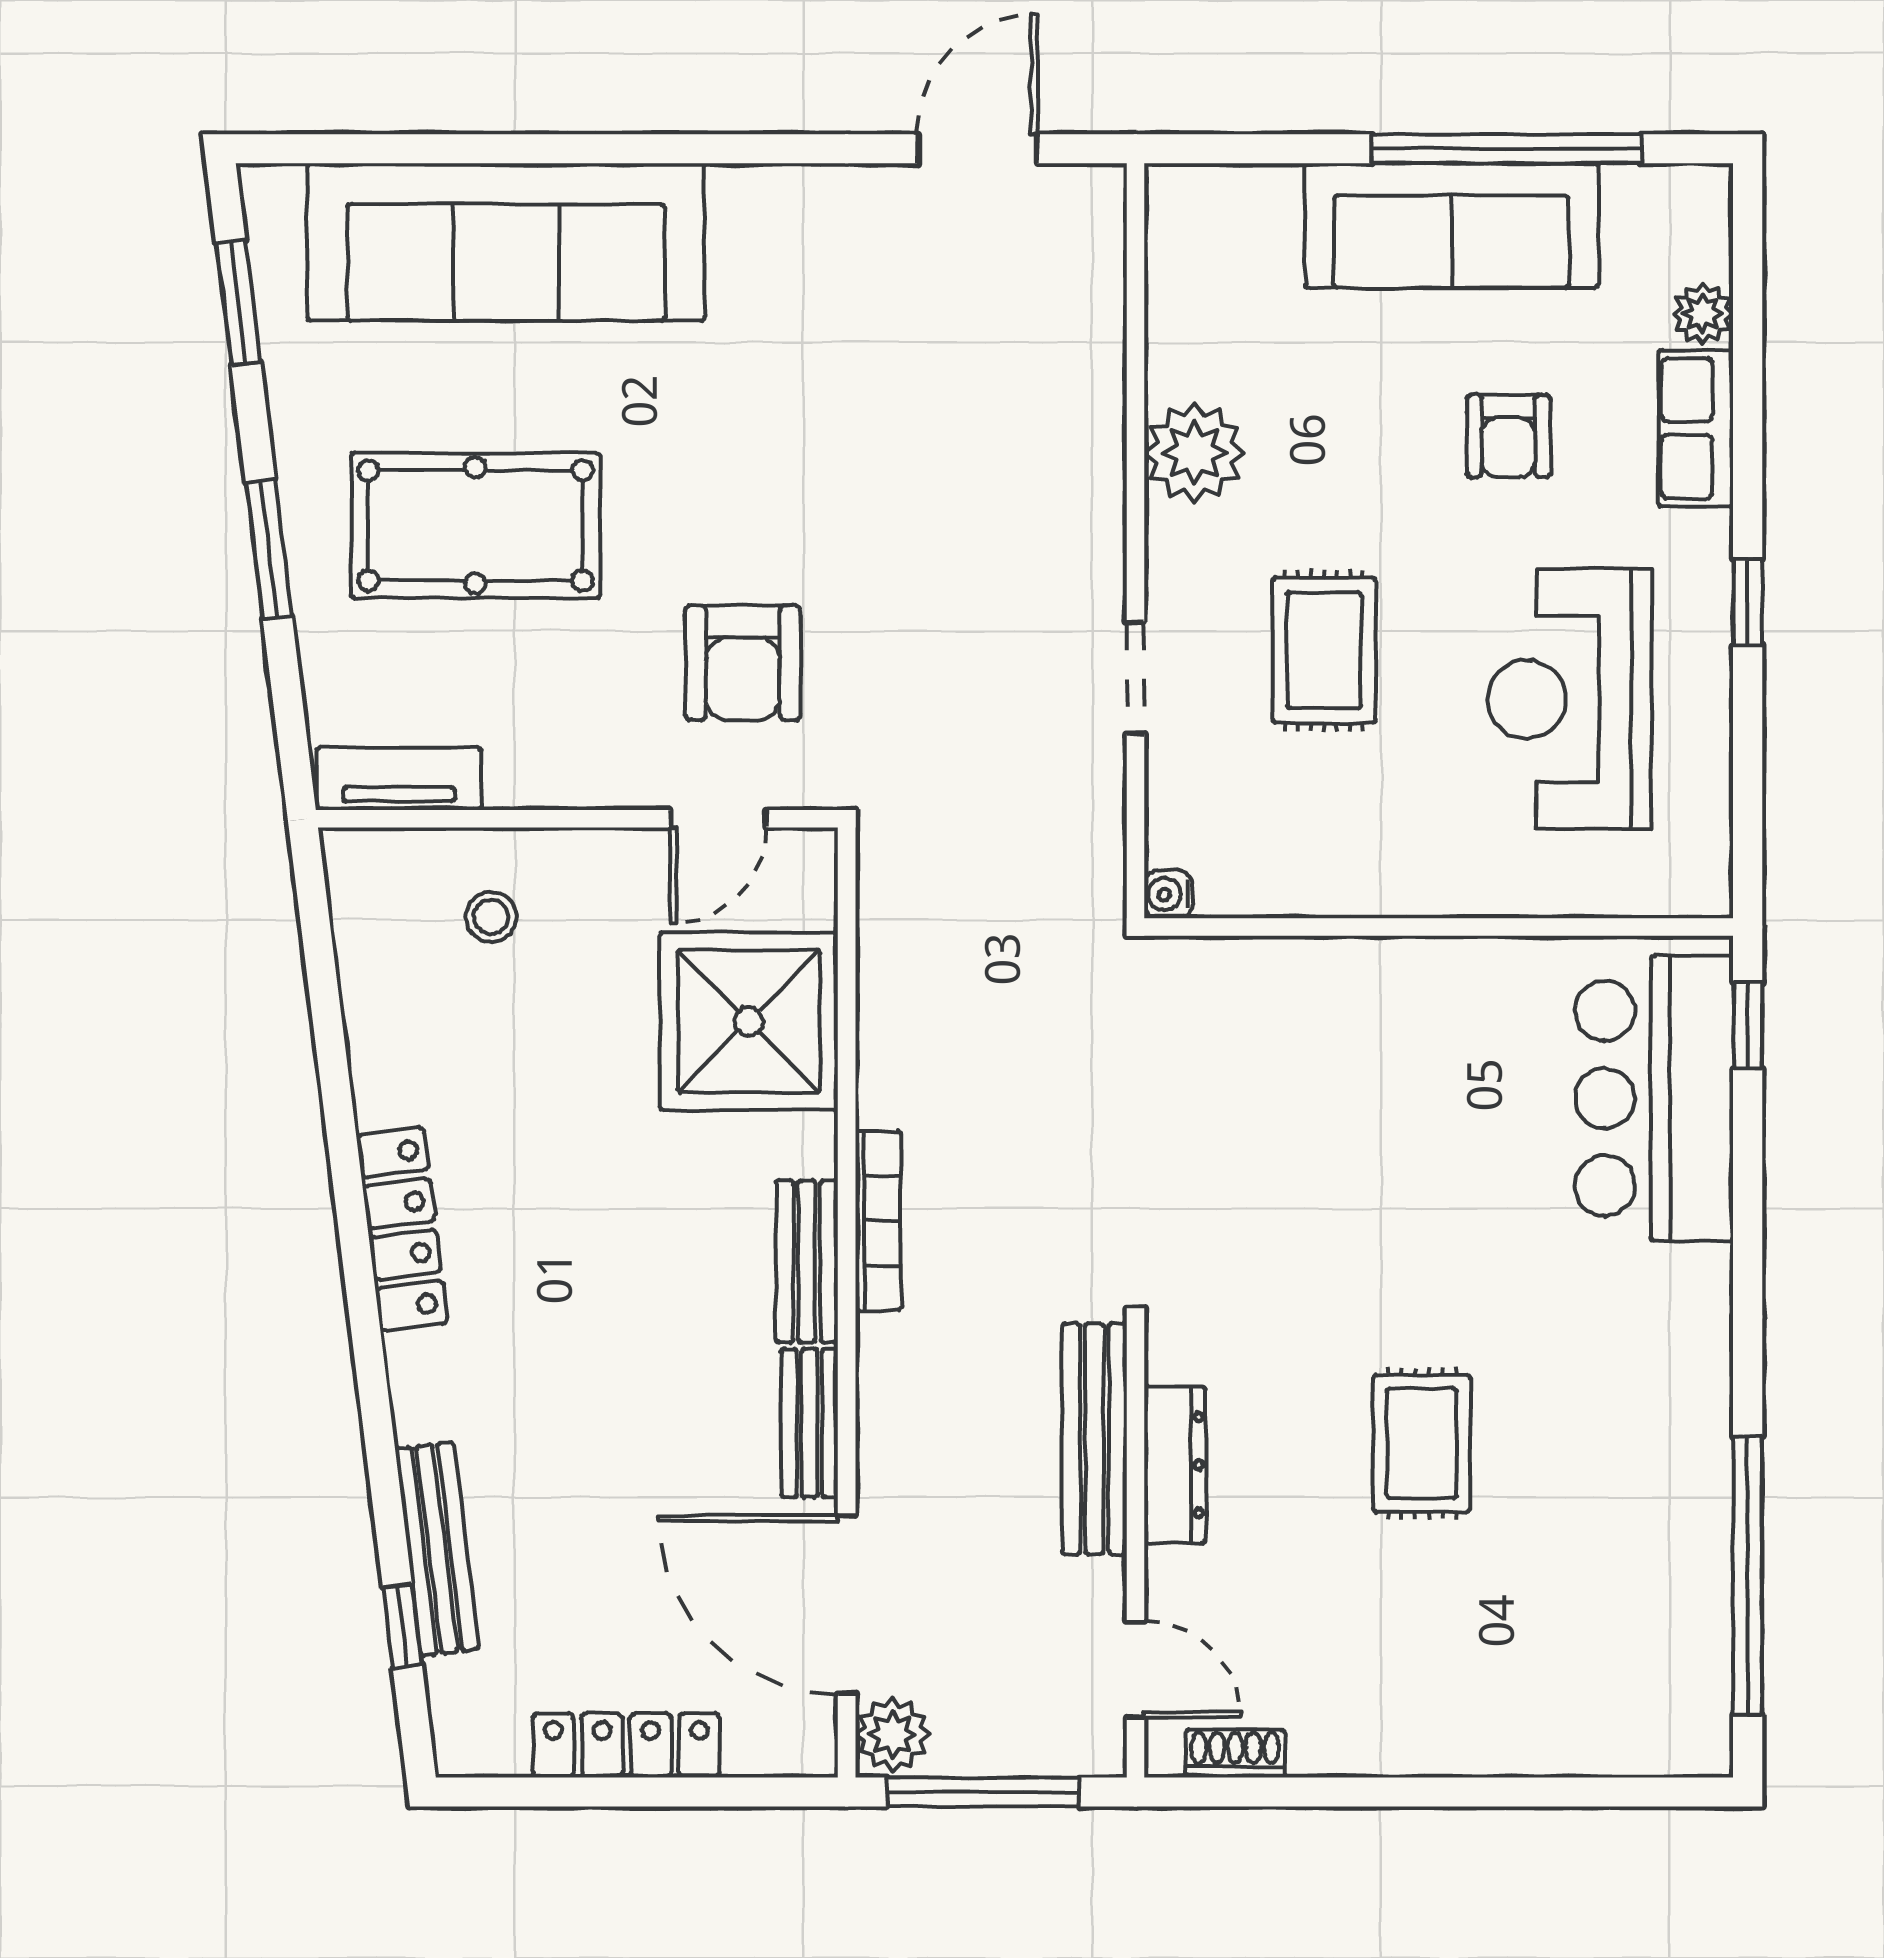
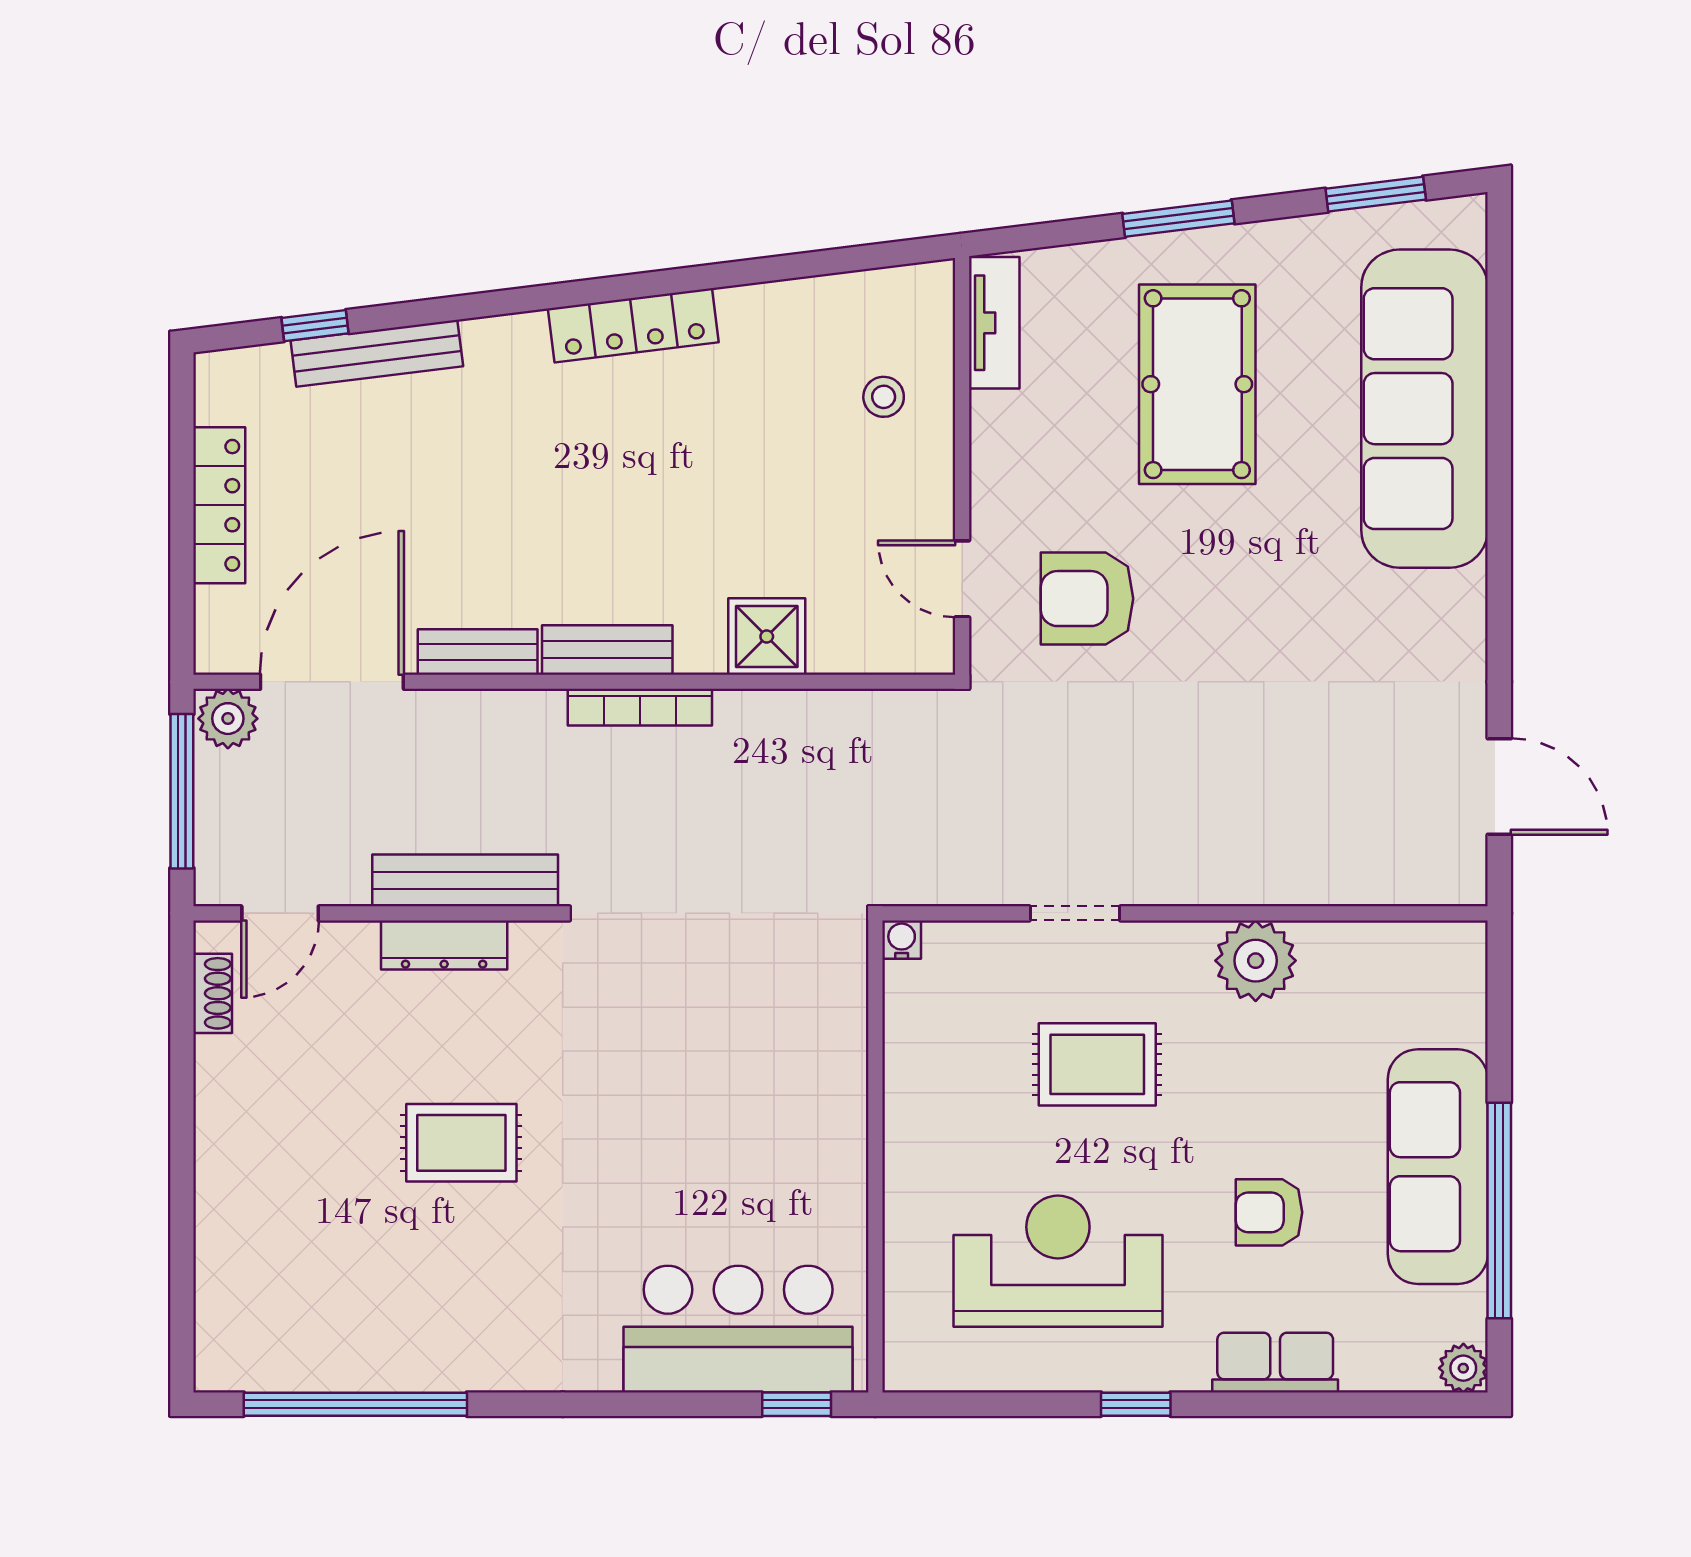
plant: (1703, 314) -> (1463, 1368), moved
shower: (749, 1021) -> (767, 637), width x0.54, depth x0.54

